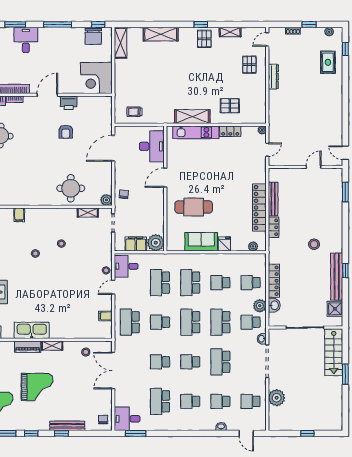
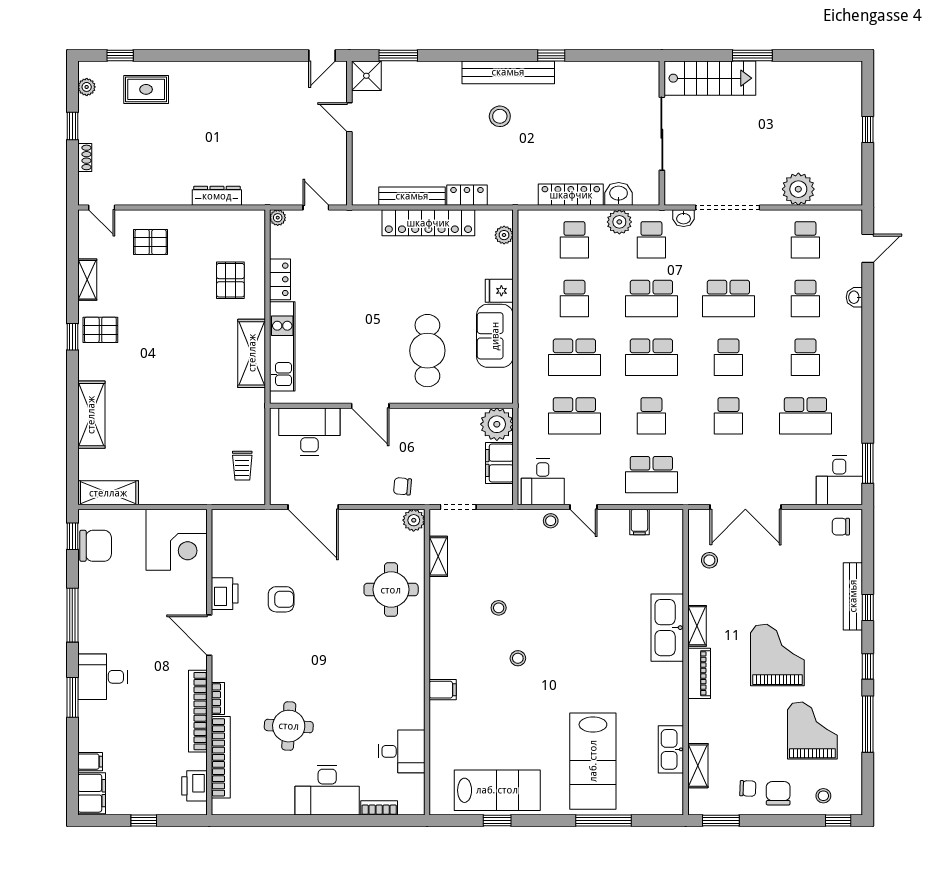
dresser: (273, 77) -> (217, 196), moved
bench: (337, 277) -> (508, 72), moved
shower: (335, 309) -> (366, 76), moved
kitchen sink: (32, 330) -> (667, 628), moved

